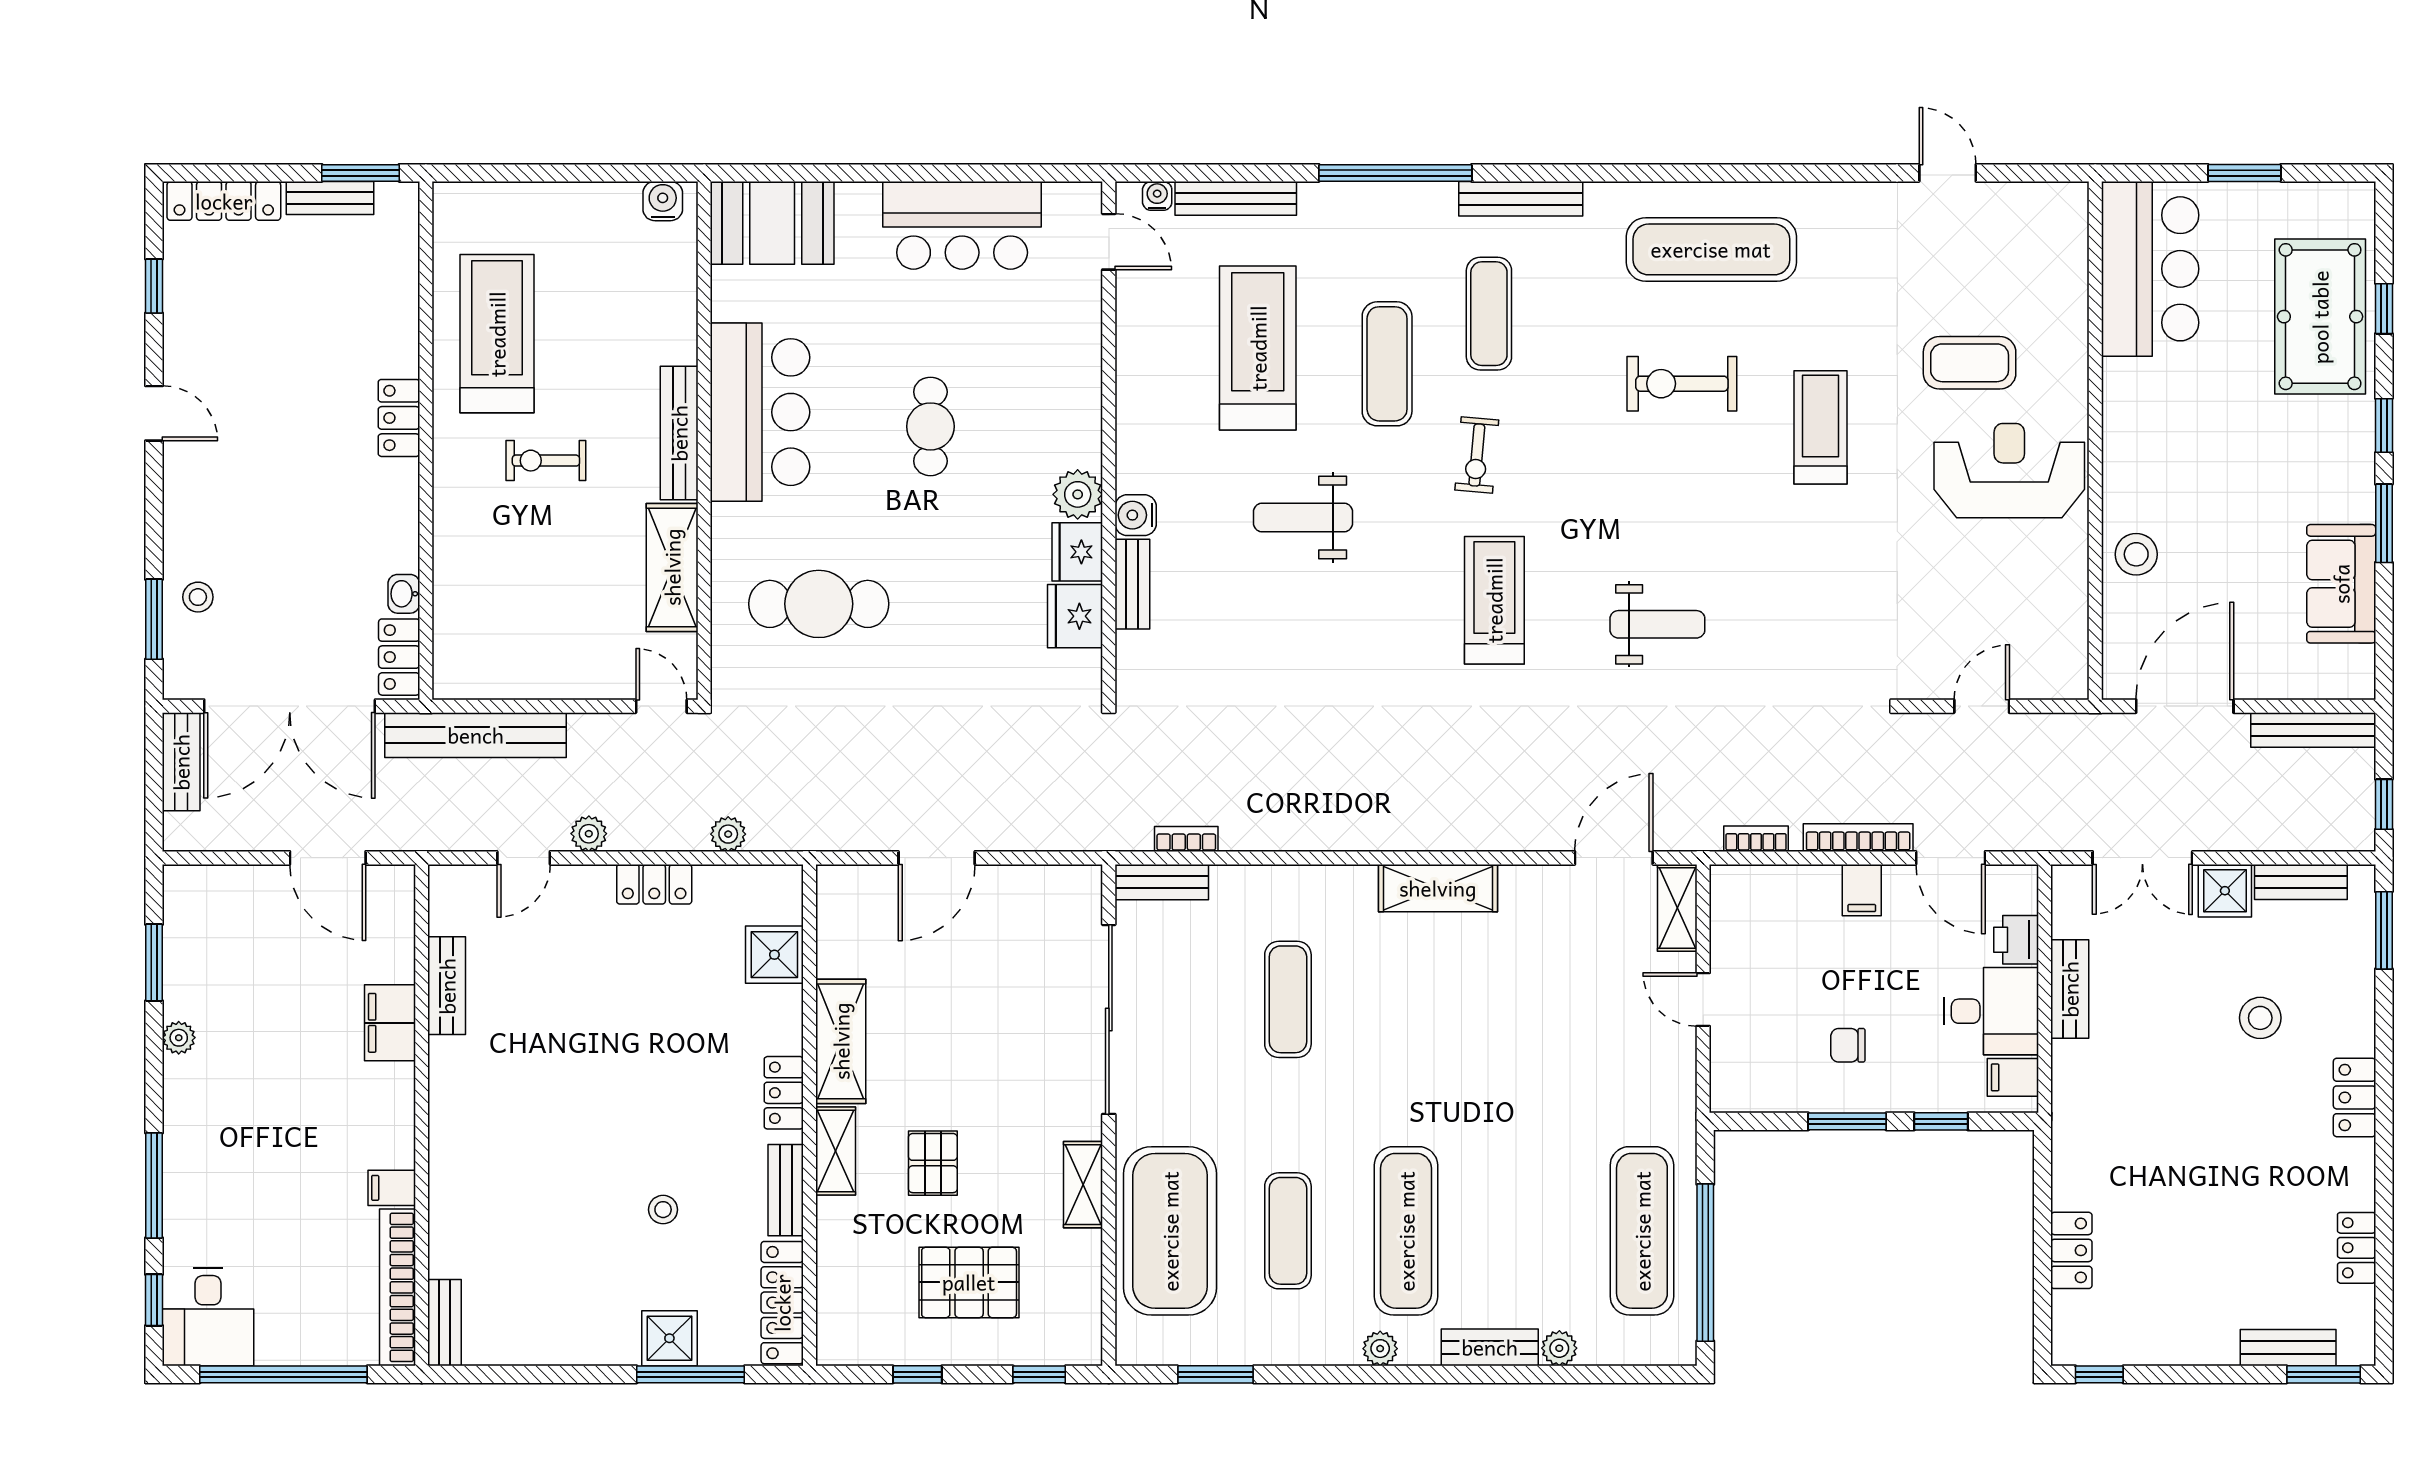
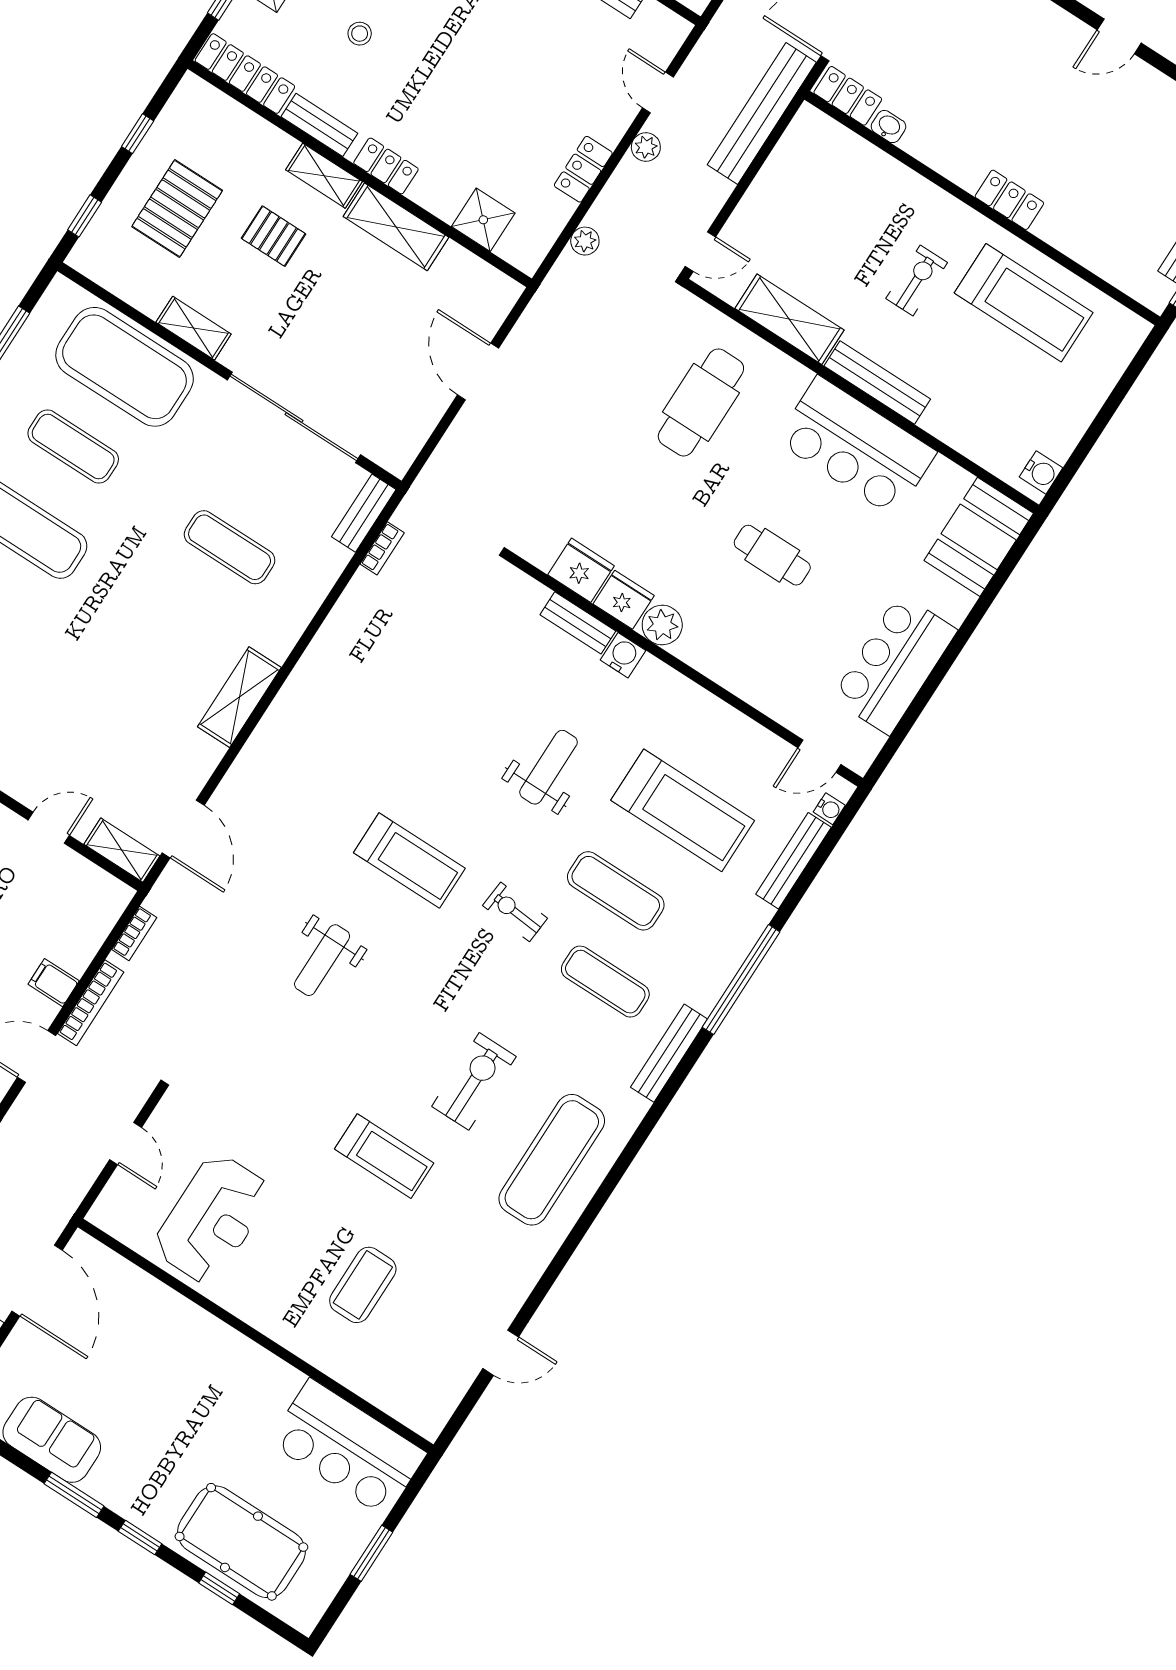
reception desk: (2009, 471) -> (212, 1219), moved
stool: (2136, 554) -> (161, 1314), removed

